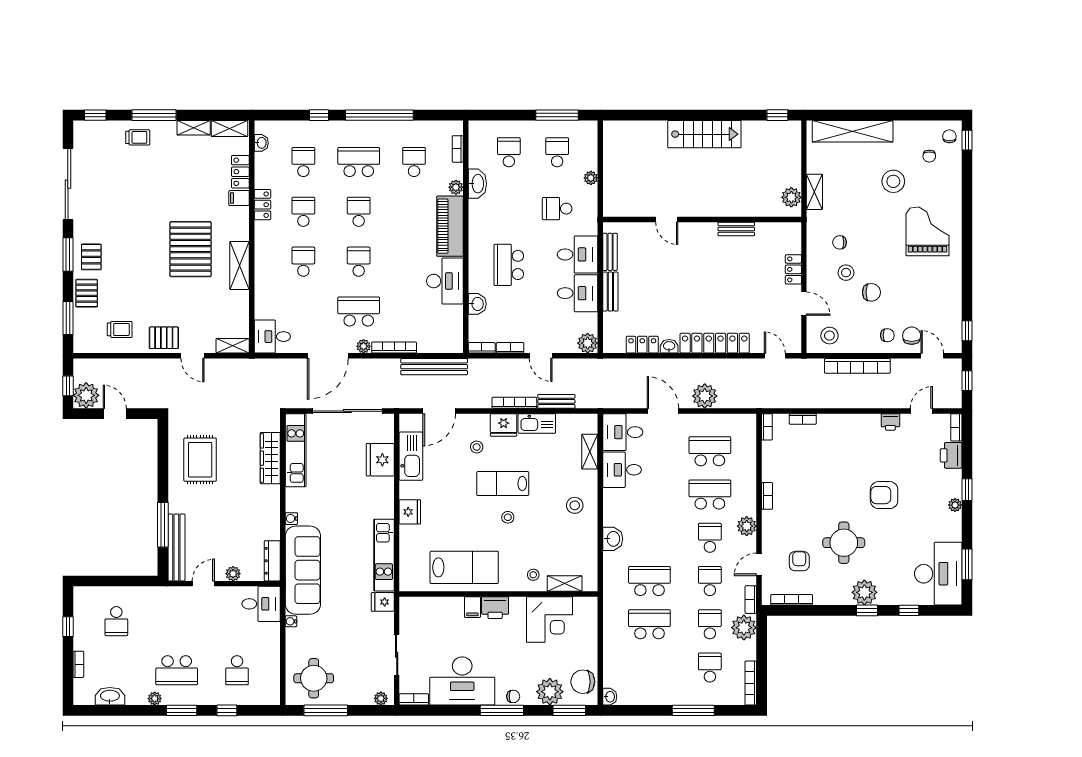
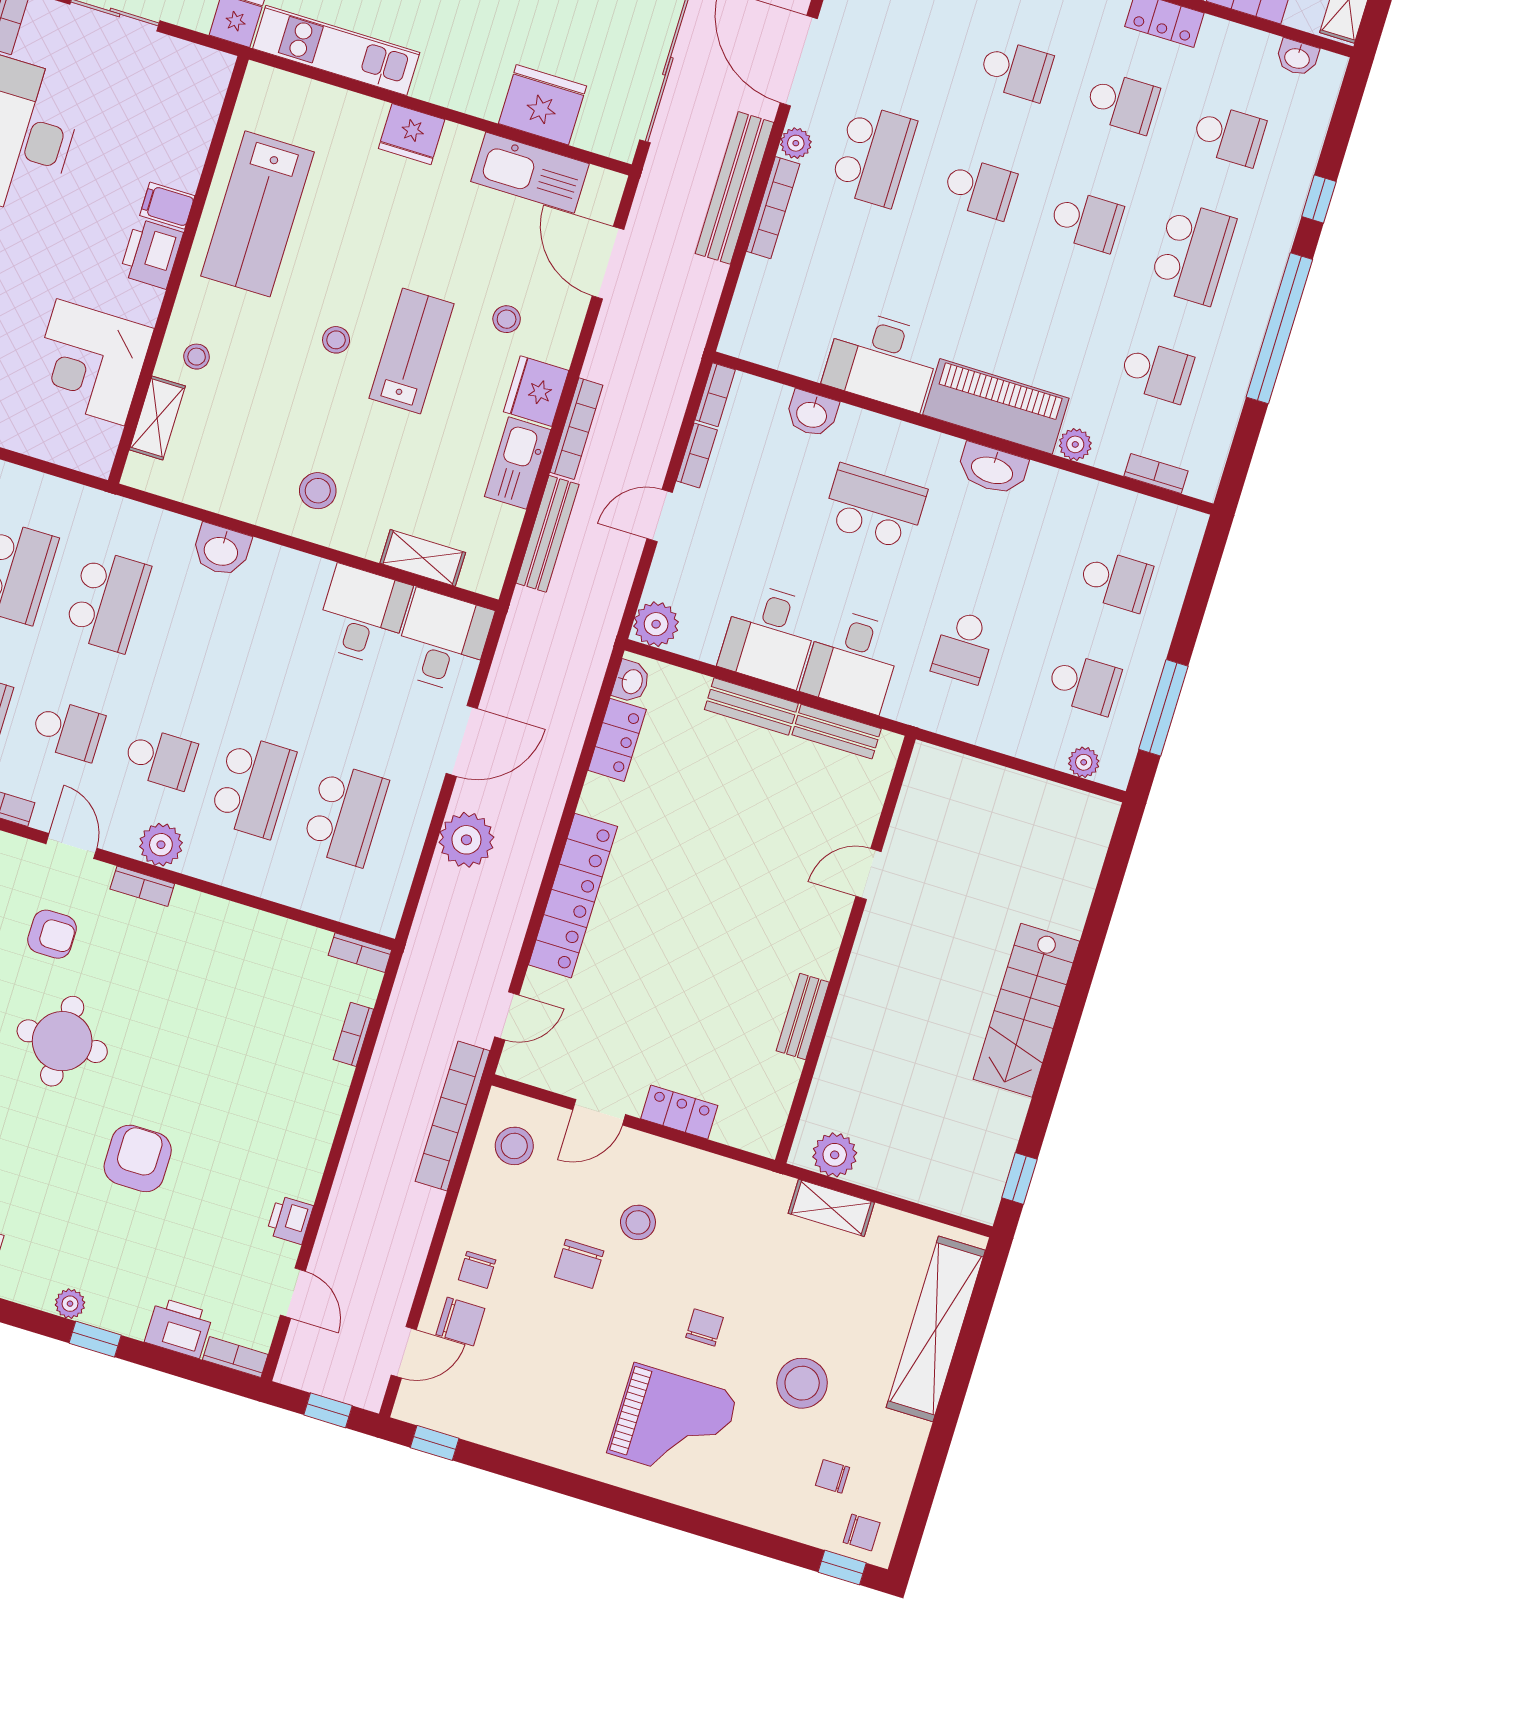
plant: (591, 178) -> (1084, 762), moved
washbasin: (477, 184) -> (992, 469), moved
school desk: (557, 209) -> (963, 647), turned 180
chair: (840, 242) -> (705, 1327), moved
washbasin: (669, 346) -> (631, 681), moved
bookcase: (857, 366) -> (453, 1116), moved
bench: (434, 367) -> (734, 188), moved
bench: (556, 401) -> (548, 534), width x1.36
bookcase: (767, 496) -> (142, 886), moved

